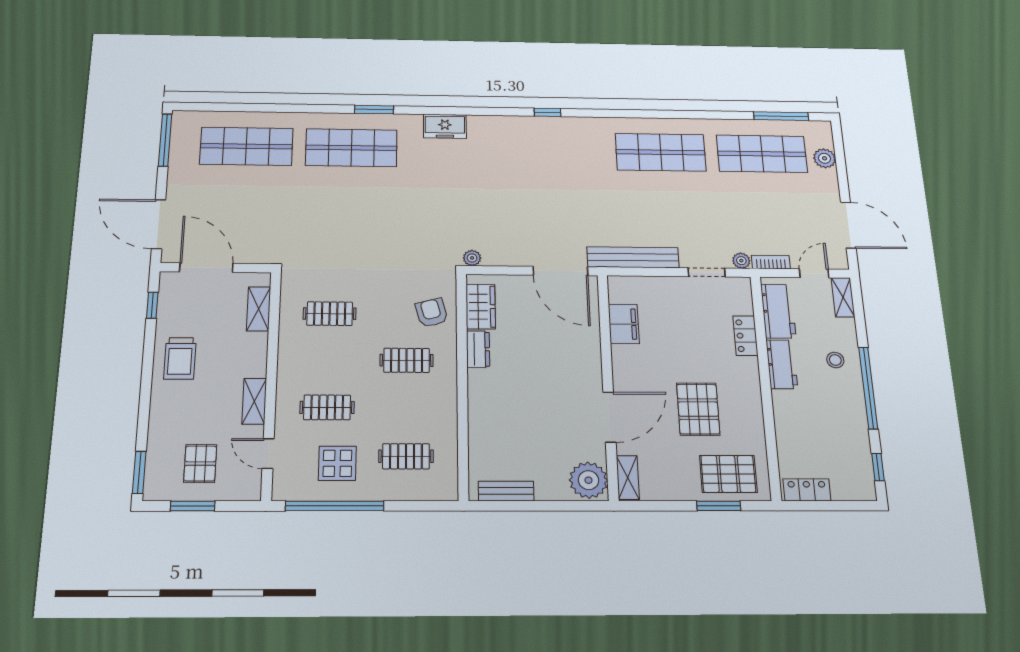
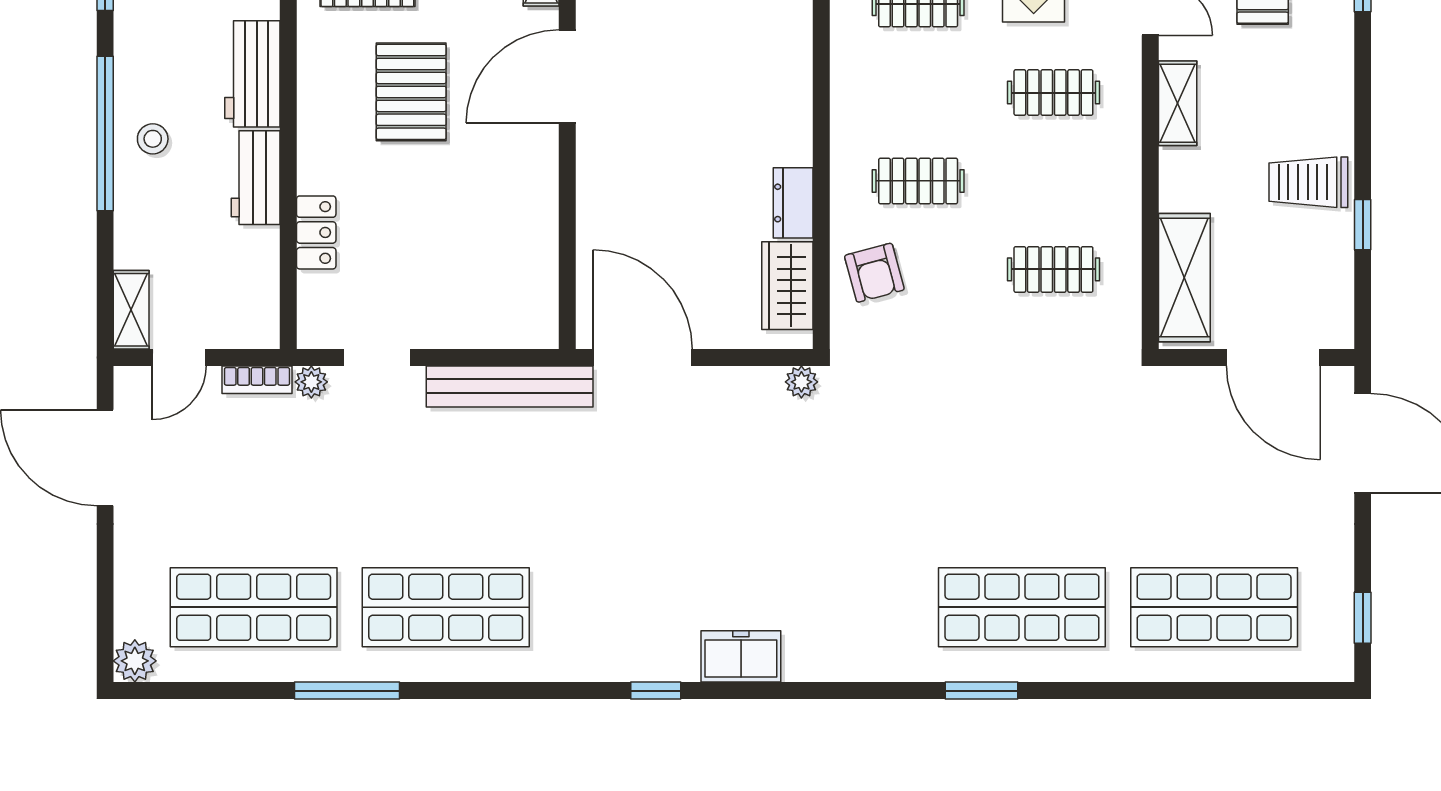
window: (781, 116) -> (347, 691), moved
freezer: (445, 126) -> (741, 656), moved
window: (165, 140) -> (1363, 618), width x0.46
plant: (825, 158) -> (135, 661), moved
window: (152, 305) -> (1363, 225), moved
shelving: (259, 309) -> (1184, 278), width x1.50, depth x1.33
workbench: (778, 311) -> (252, 74), moved
filing cabinet: (624, 324) -> (533, 254), removed
trolley: (180, 358) -> (1308, 182), turned -90
stool: (835, 360) -> (153, 139), moved

